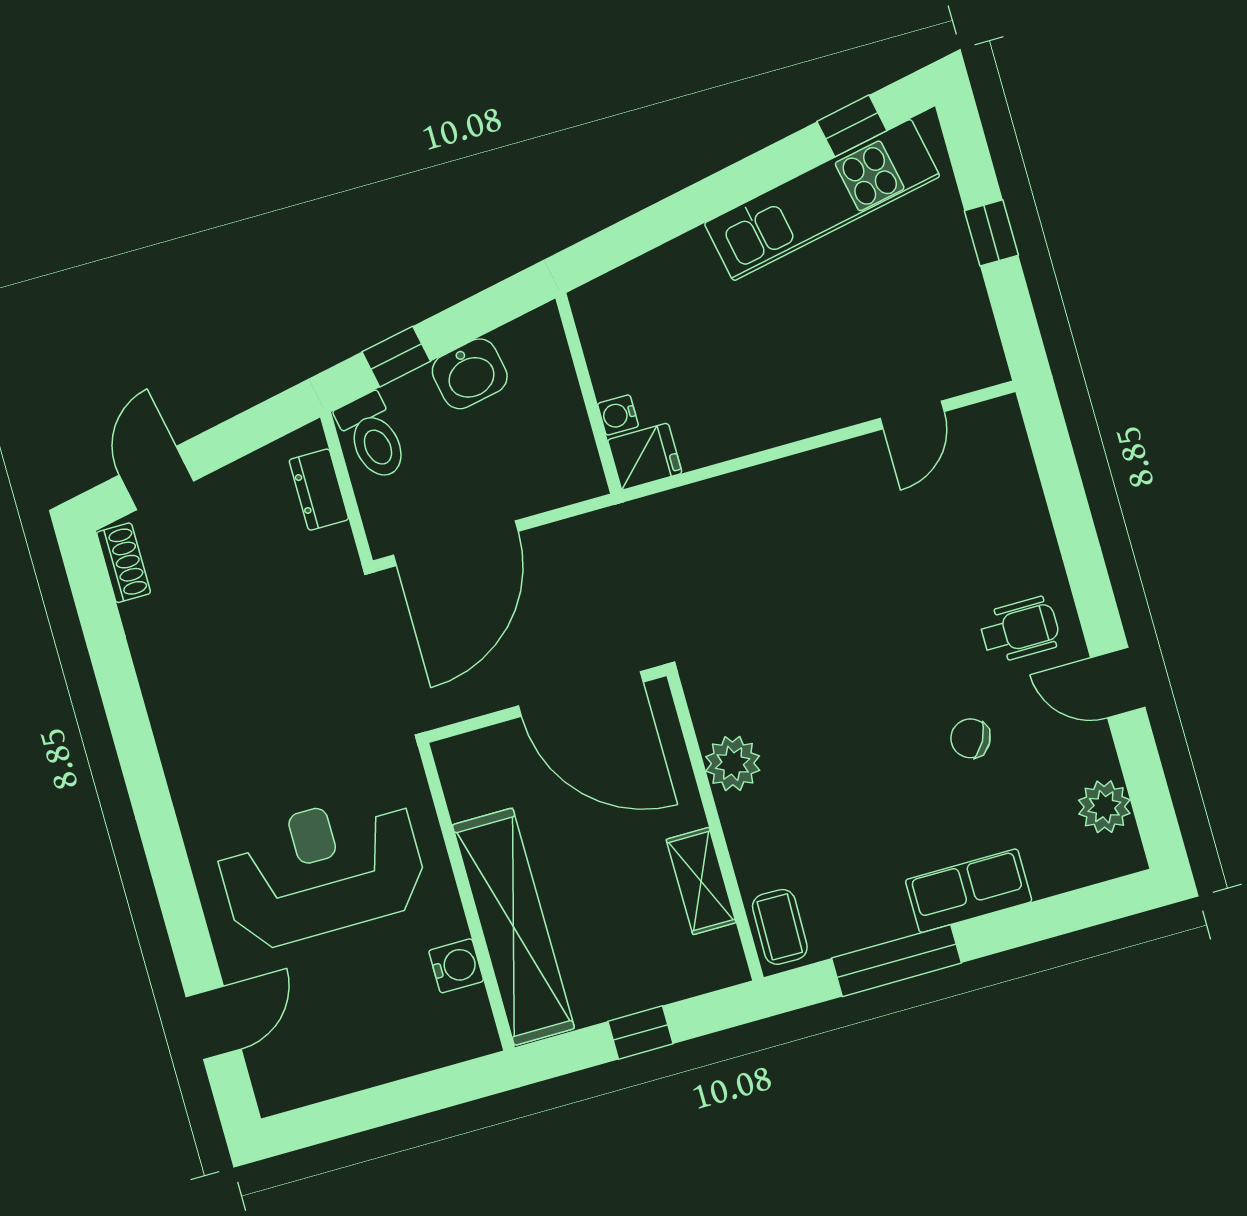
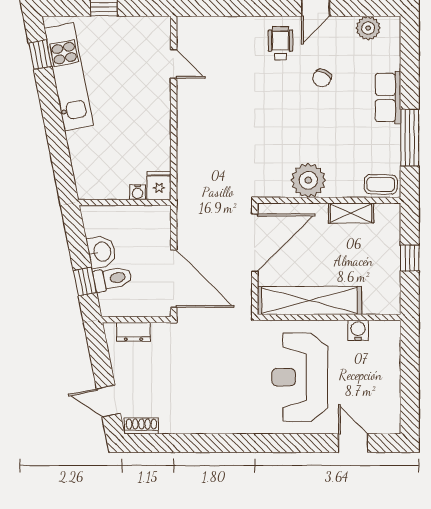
toilet: (373, 437) -> (112, 279), moved
plant: (733, 763) -> (308, 180), width x1.36, depth x1.36
shelving: (513, 927) -> (309, 301), moved

